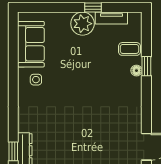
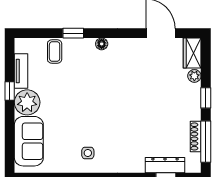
sofa: (31, 44) -> (29, 141), moved, turned 90
floor lamp: (136, 71) -> (102, 44), moved

